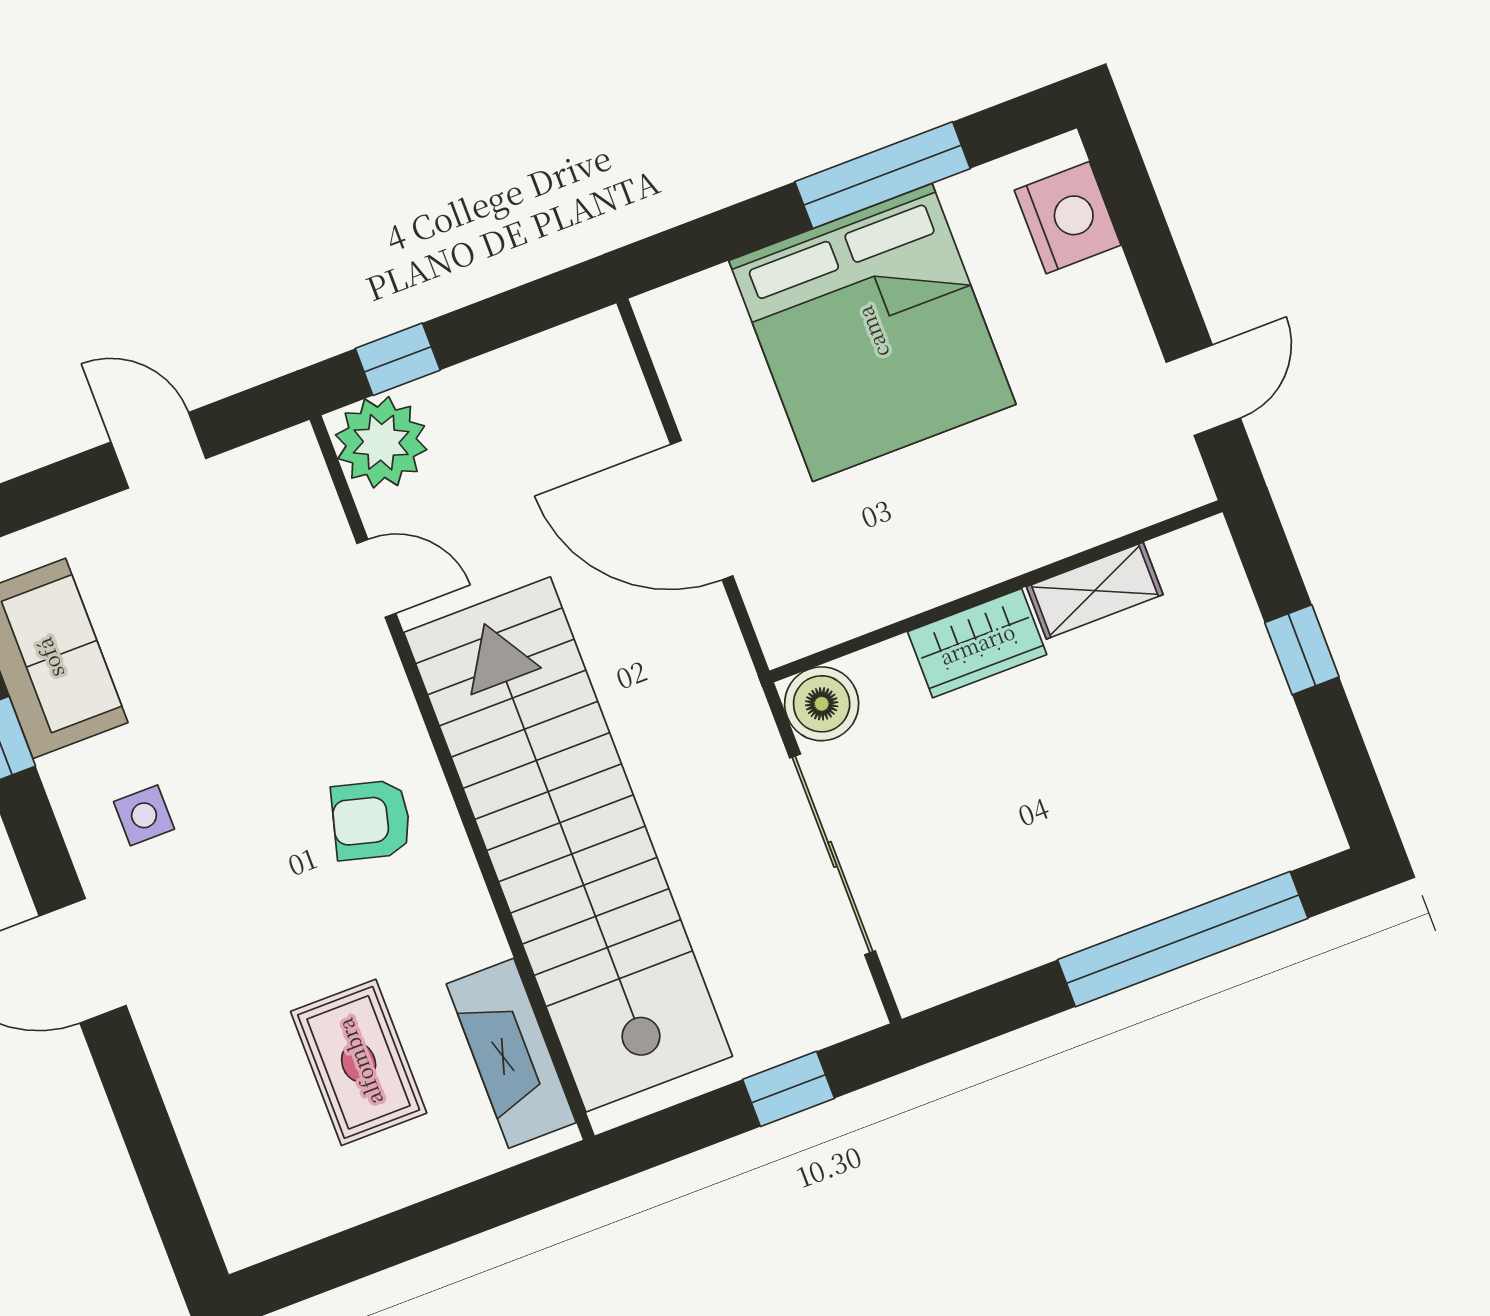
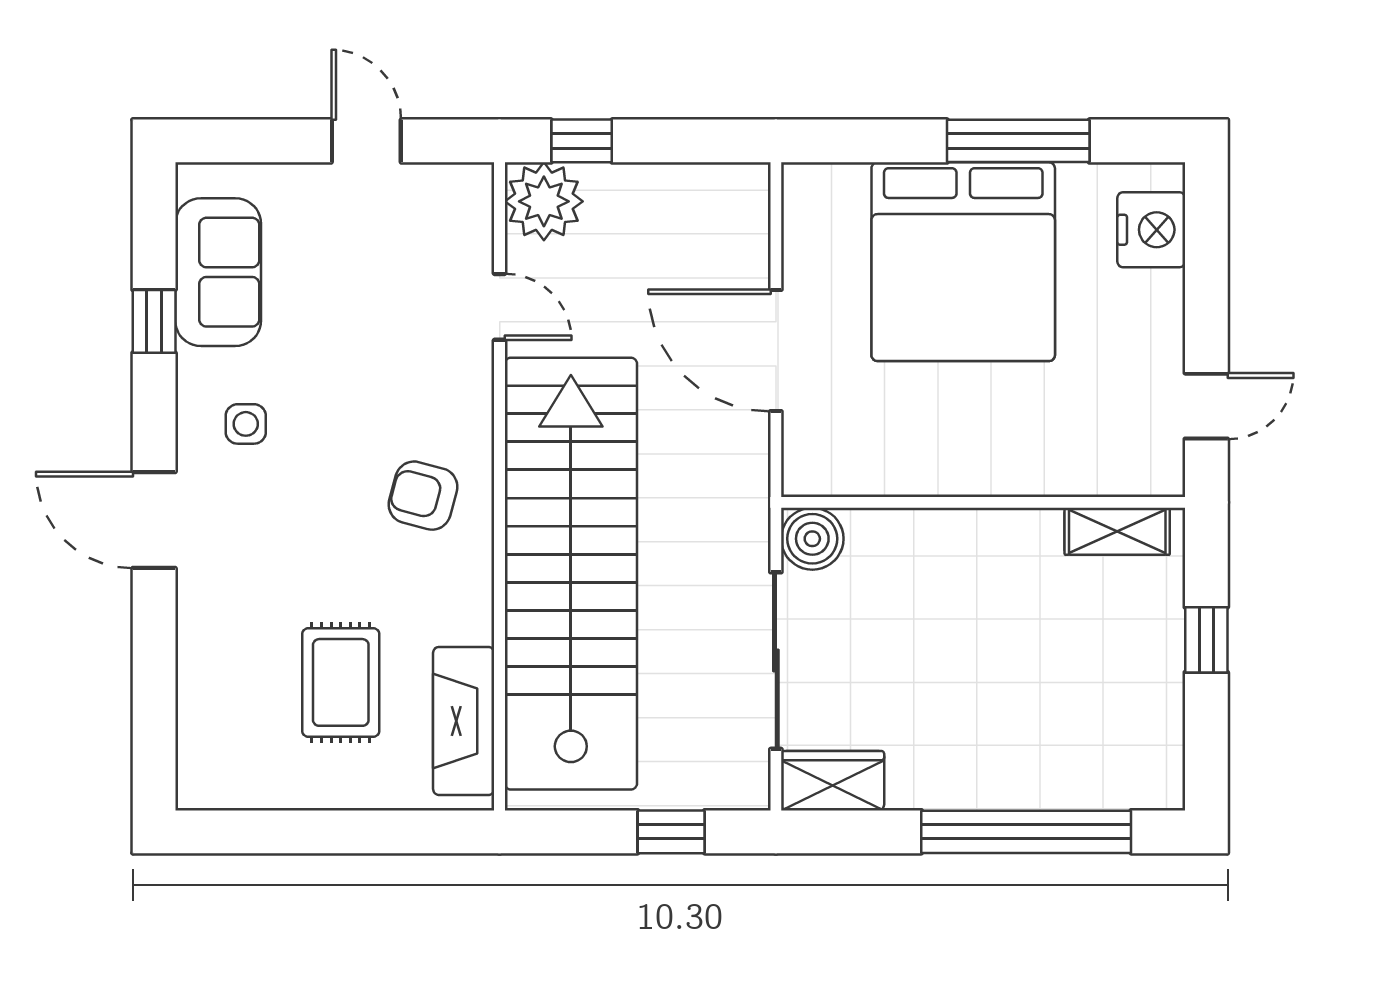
shelving: (1095, 591) -> (1117, 531), moved
wardrobe: (977, 643) -> (833, 781), moved, turned 180

